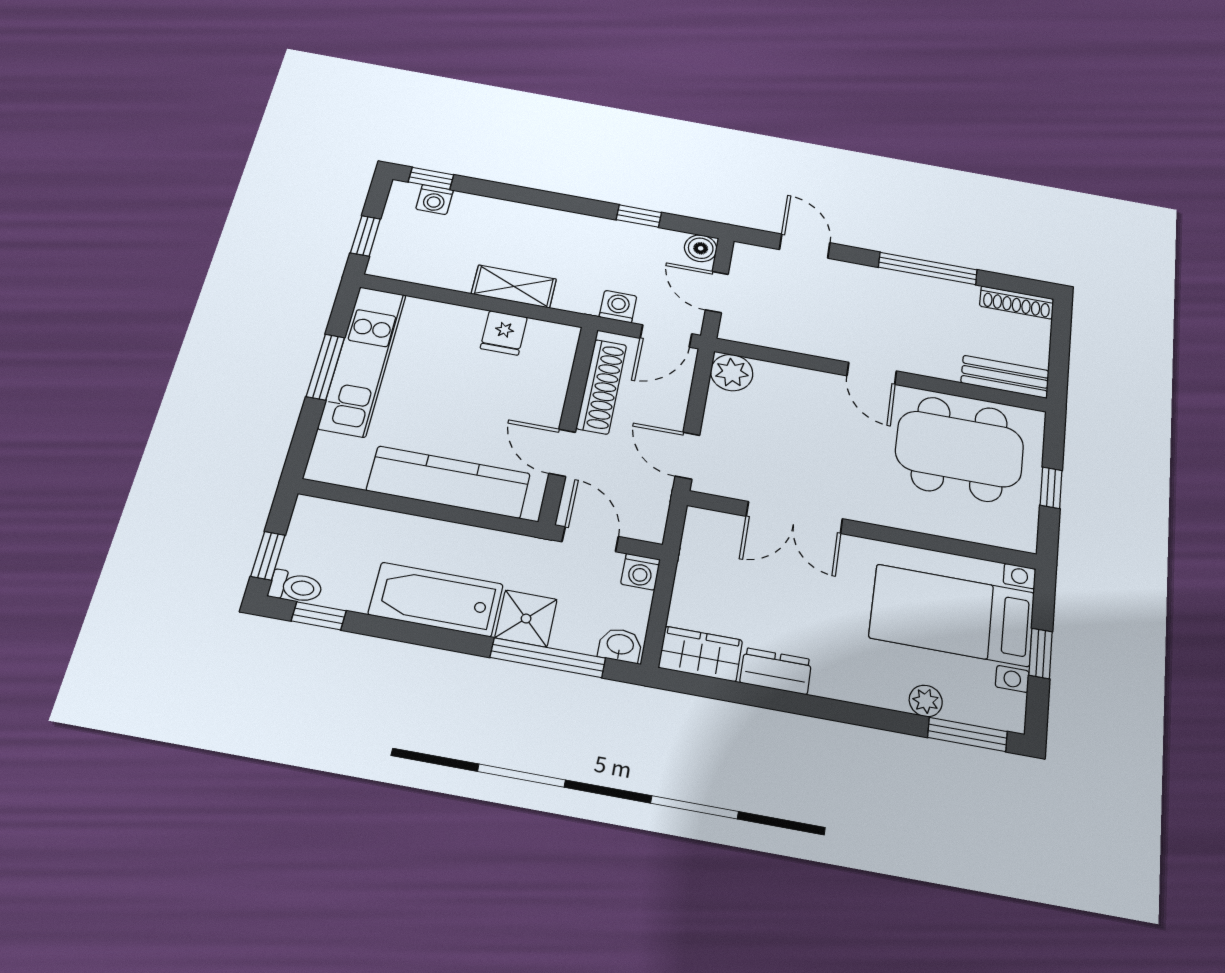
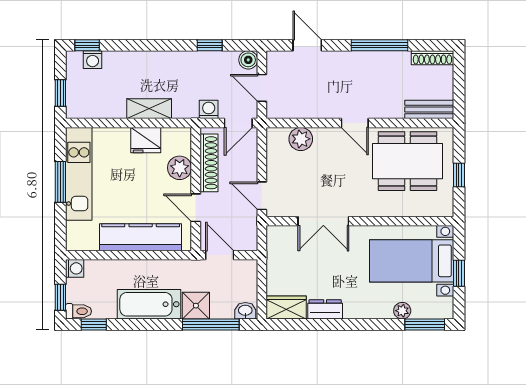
fridge: (504, 333) -> (146, 140), width x1.38
plant: (732, 373) -> (301, 139), moved
plant: (547, 385) -> (180, 168), added
washing machine: (640, 572) -> (75, 268), moved, turned -90

